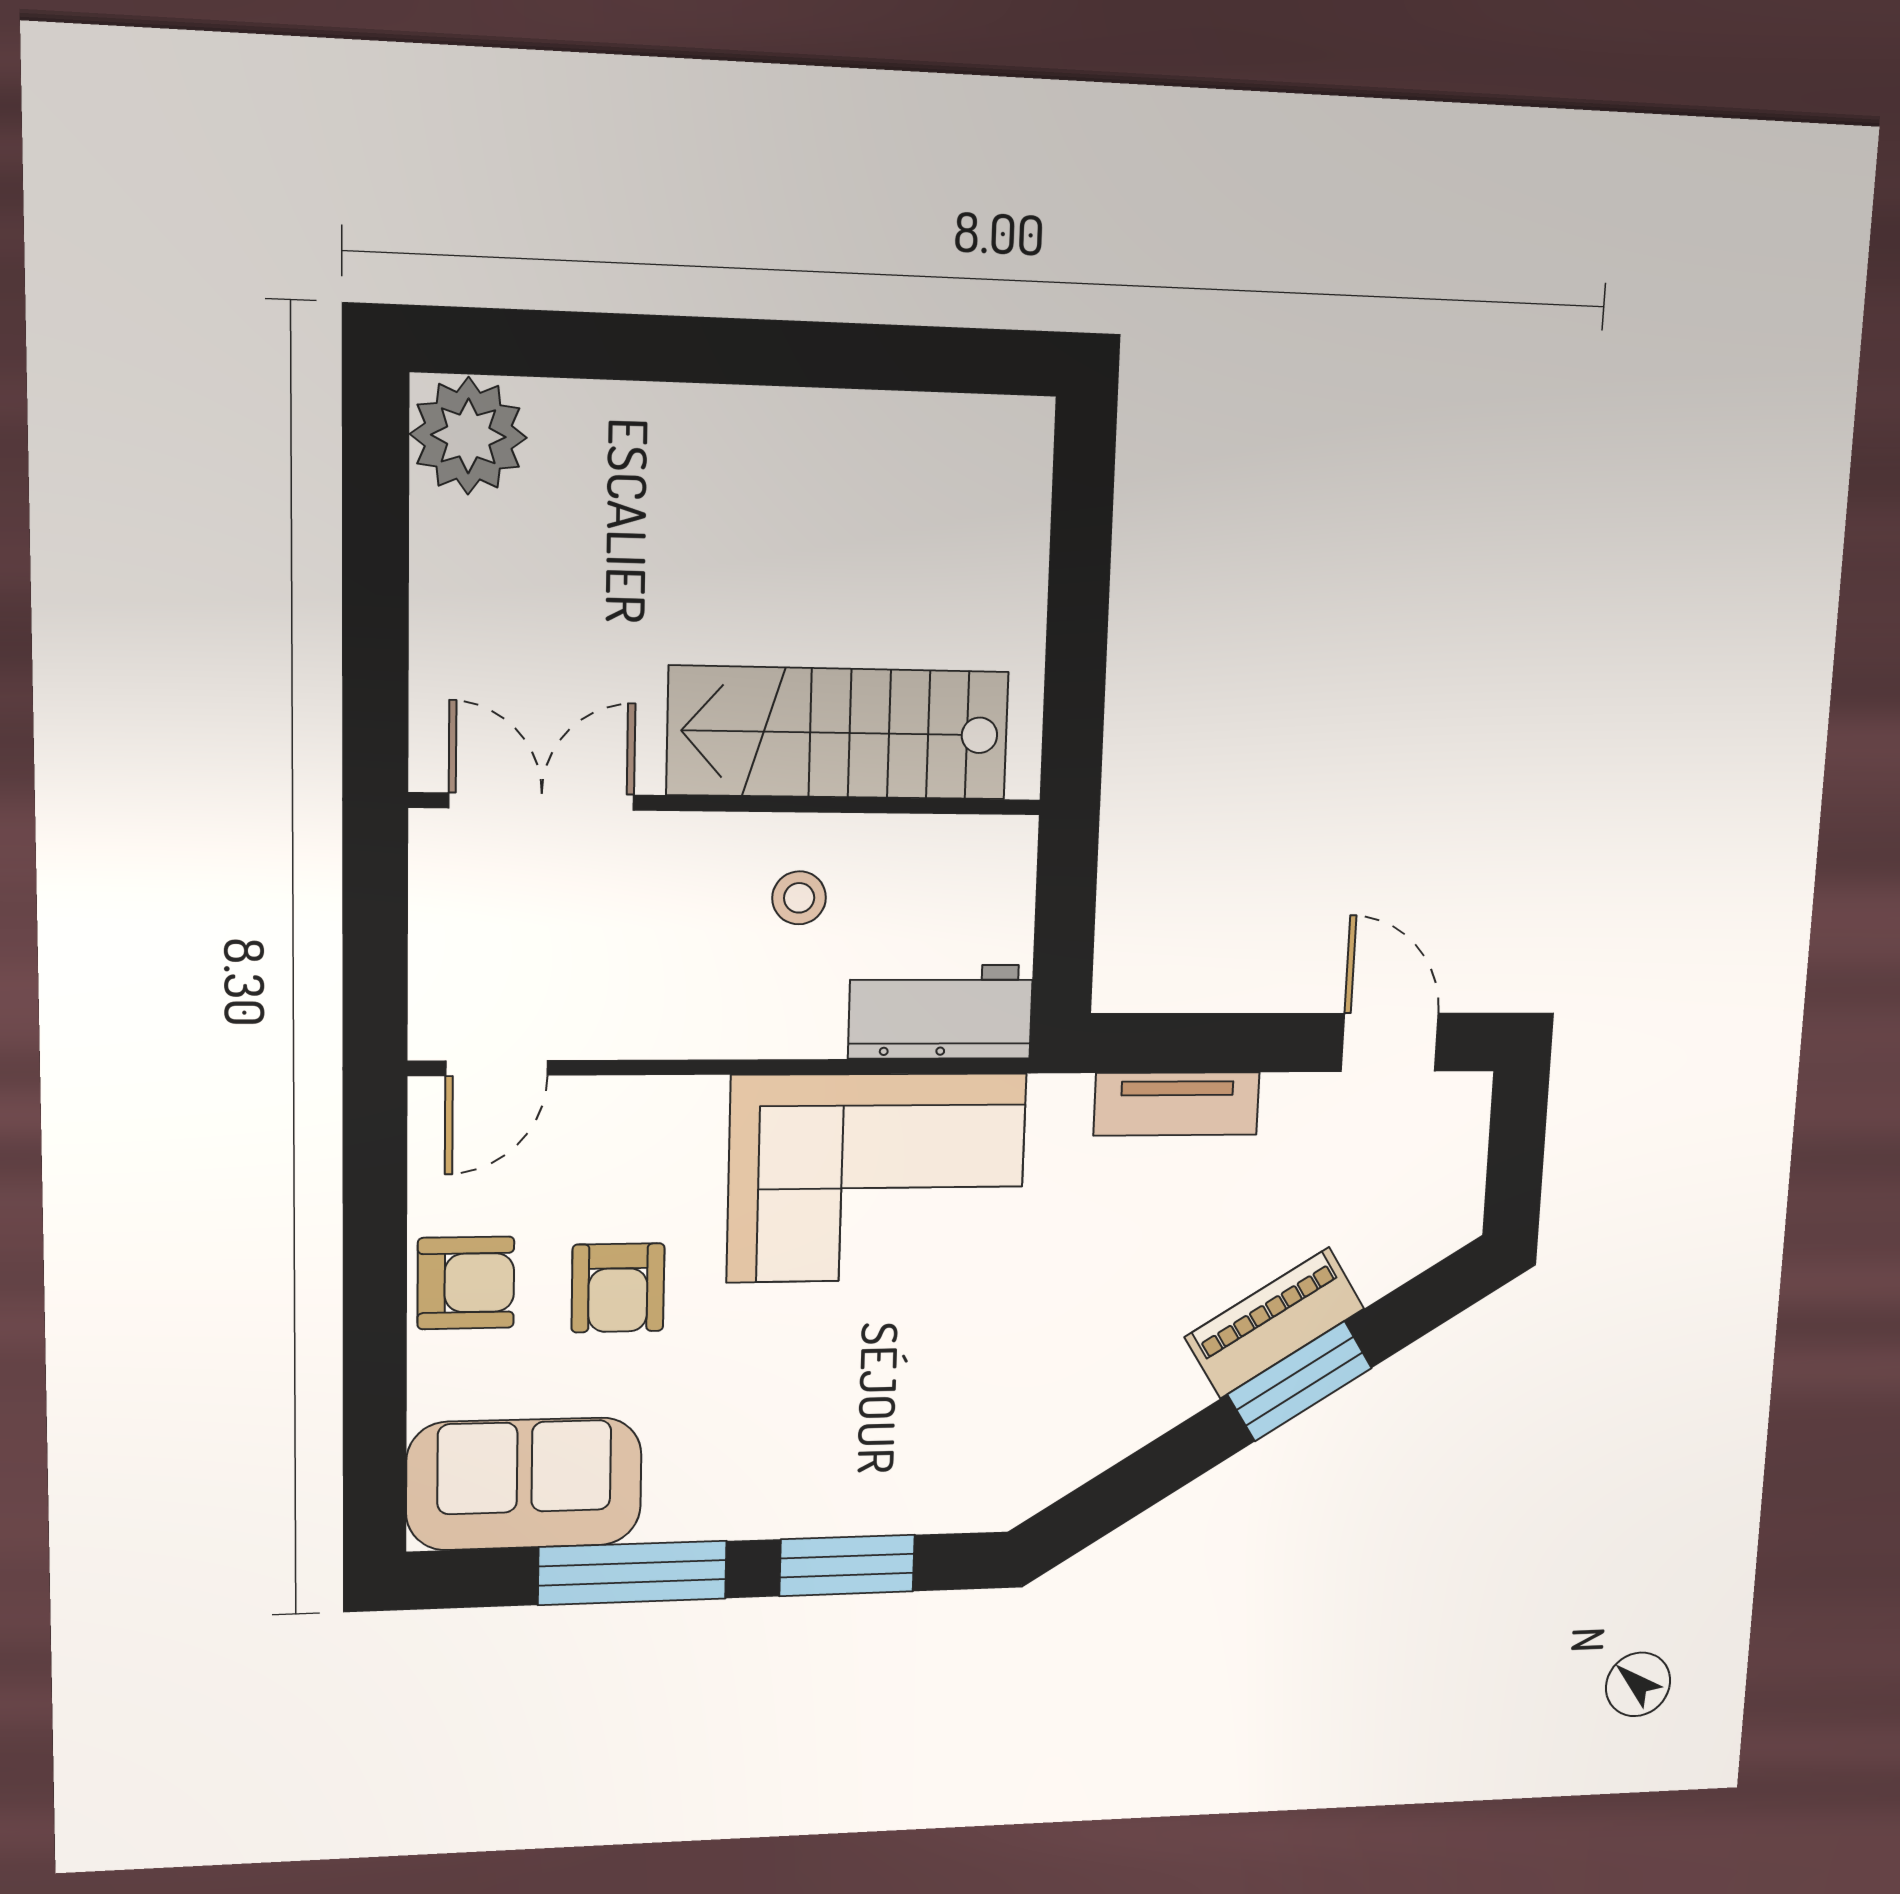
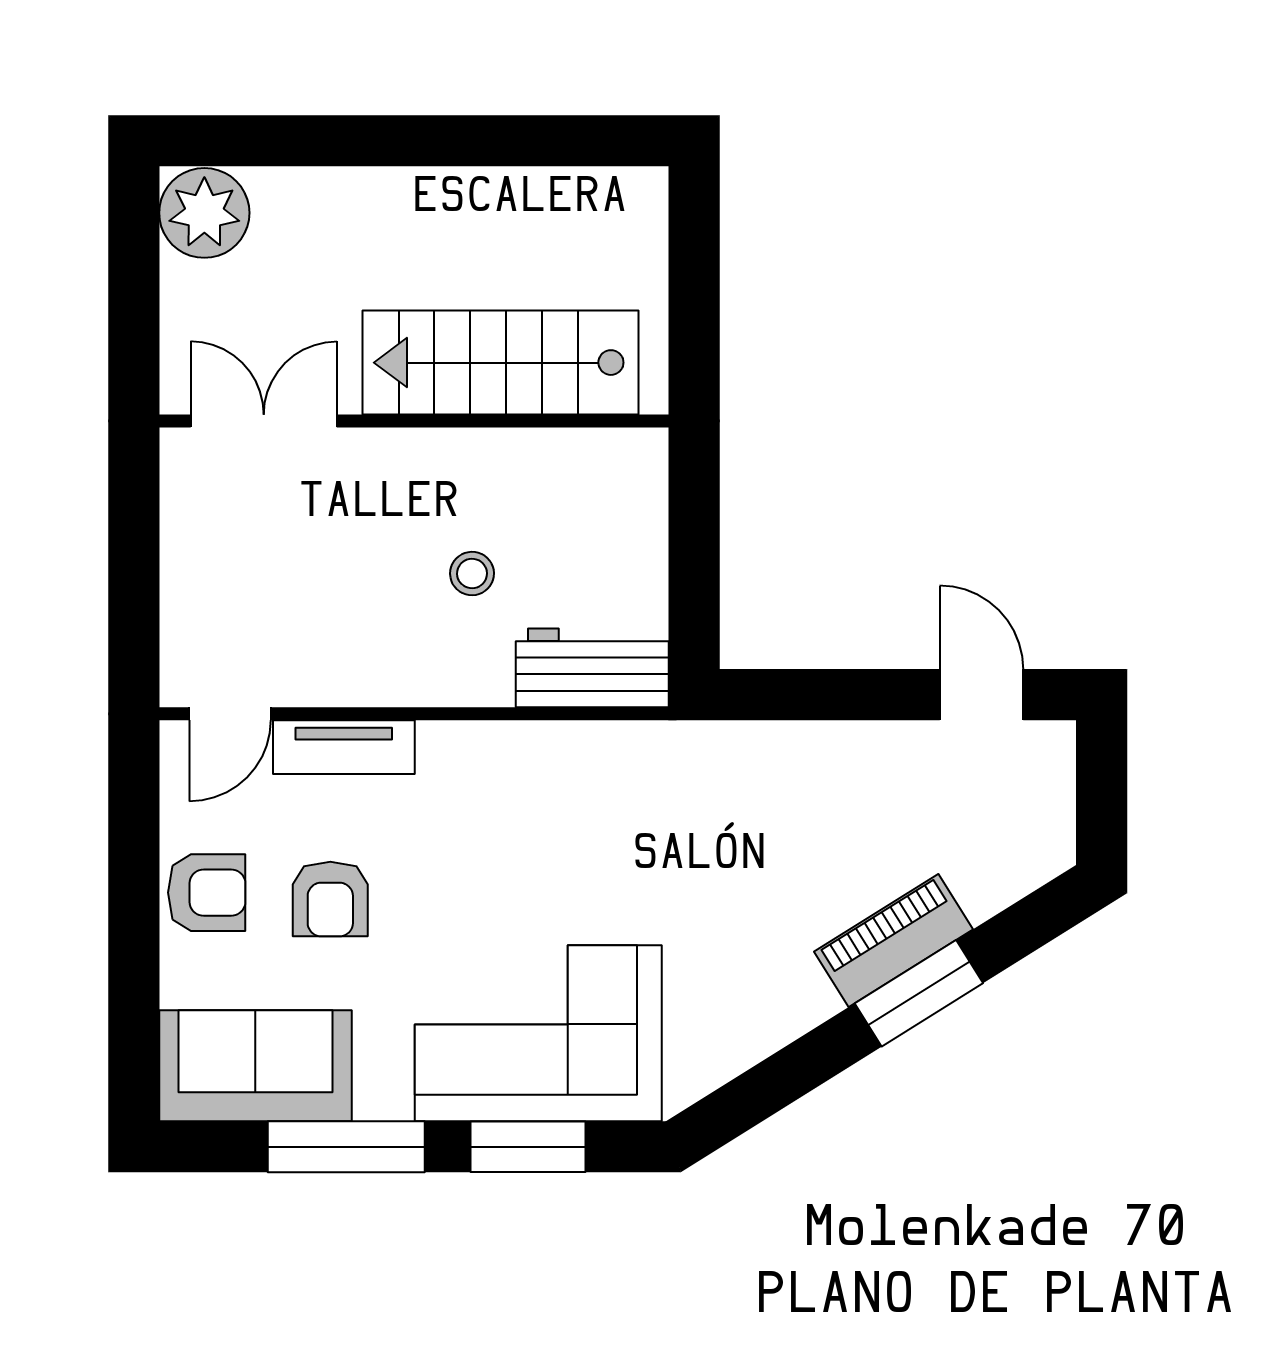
stairs: (838, 733) -> (501, 363), moved
double door: (542, 802) -> (264, 421), moved
wall: (730, 804) -> (414, 421), moved
tv unit: (1177, 1104) -> (344, 747), moved
corner sofa: (877, 1178) -> (538, 1033), moved, turned 180

